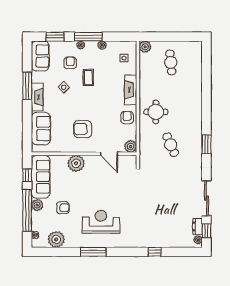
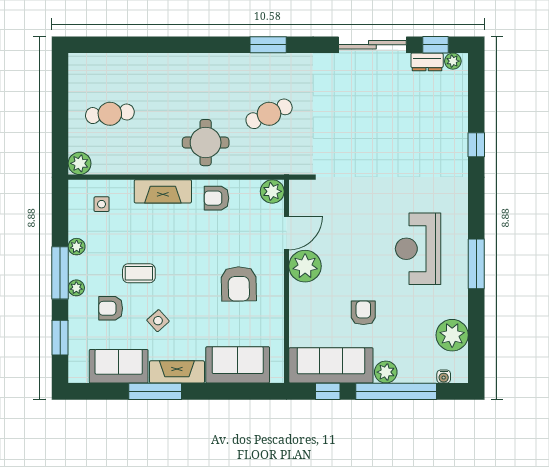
sofa: (40, 56) -> (119, 366), moved
plant: (76, 163) -> (305, 266), moved
armchair: (63, 208) -> (363, 313), moved

